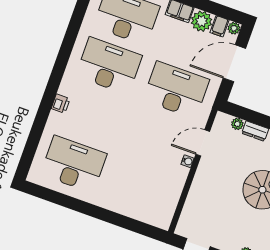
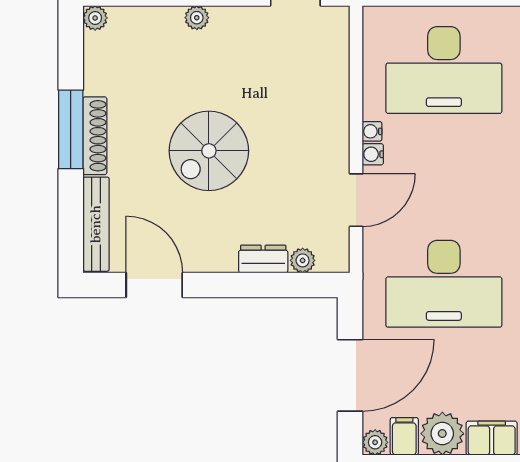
water cooler: (184, 172) -> (372, 131), added
desk: (141, 188) -> (444, 70), added

